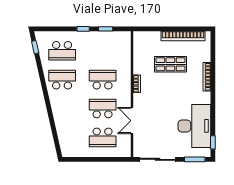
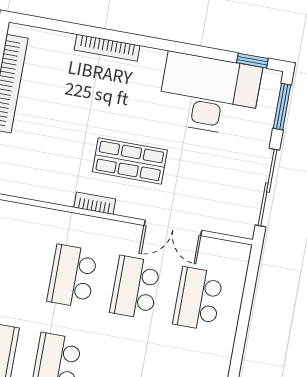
shop shelf: (170, 64) -> (130, 161), moved, turned 90
school desk: (103, 137) -> (198, 299), turned 180

